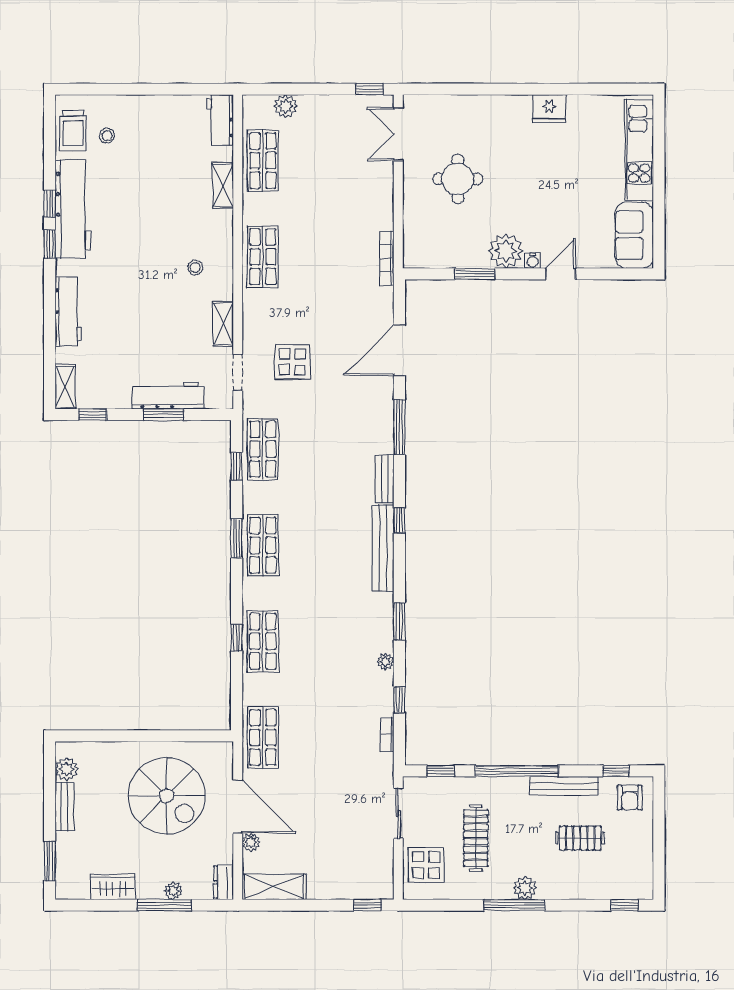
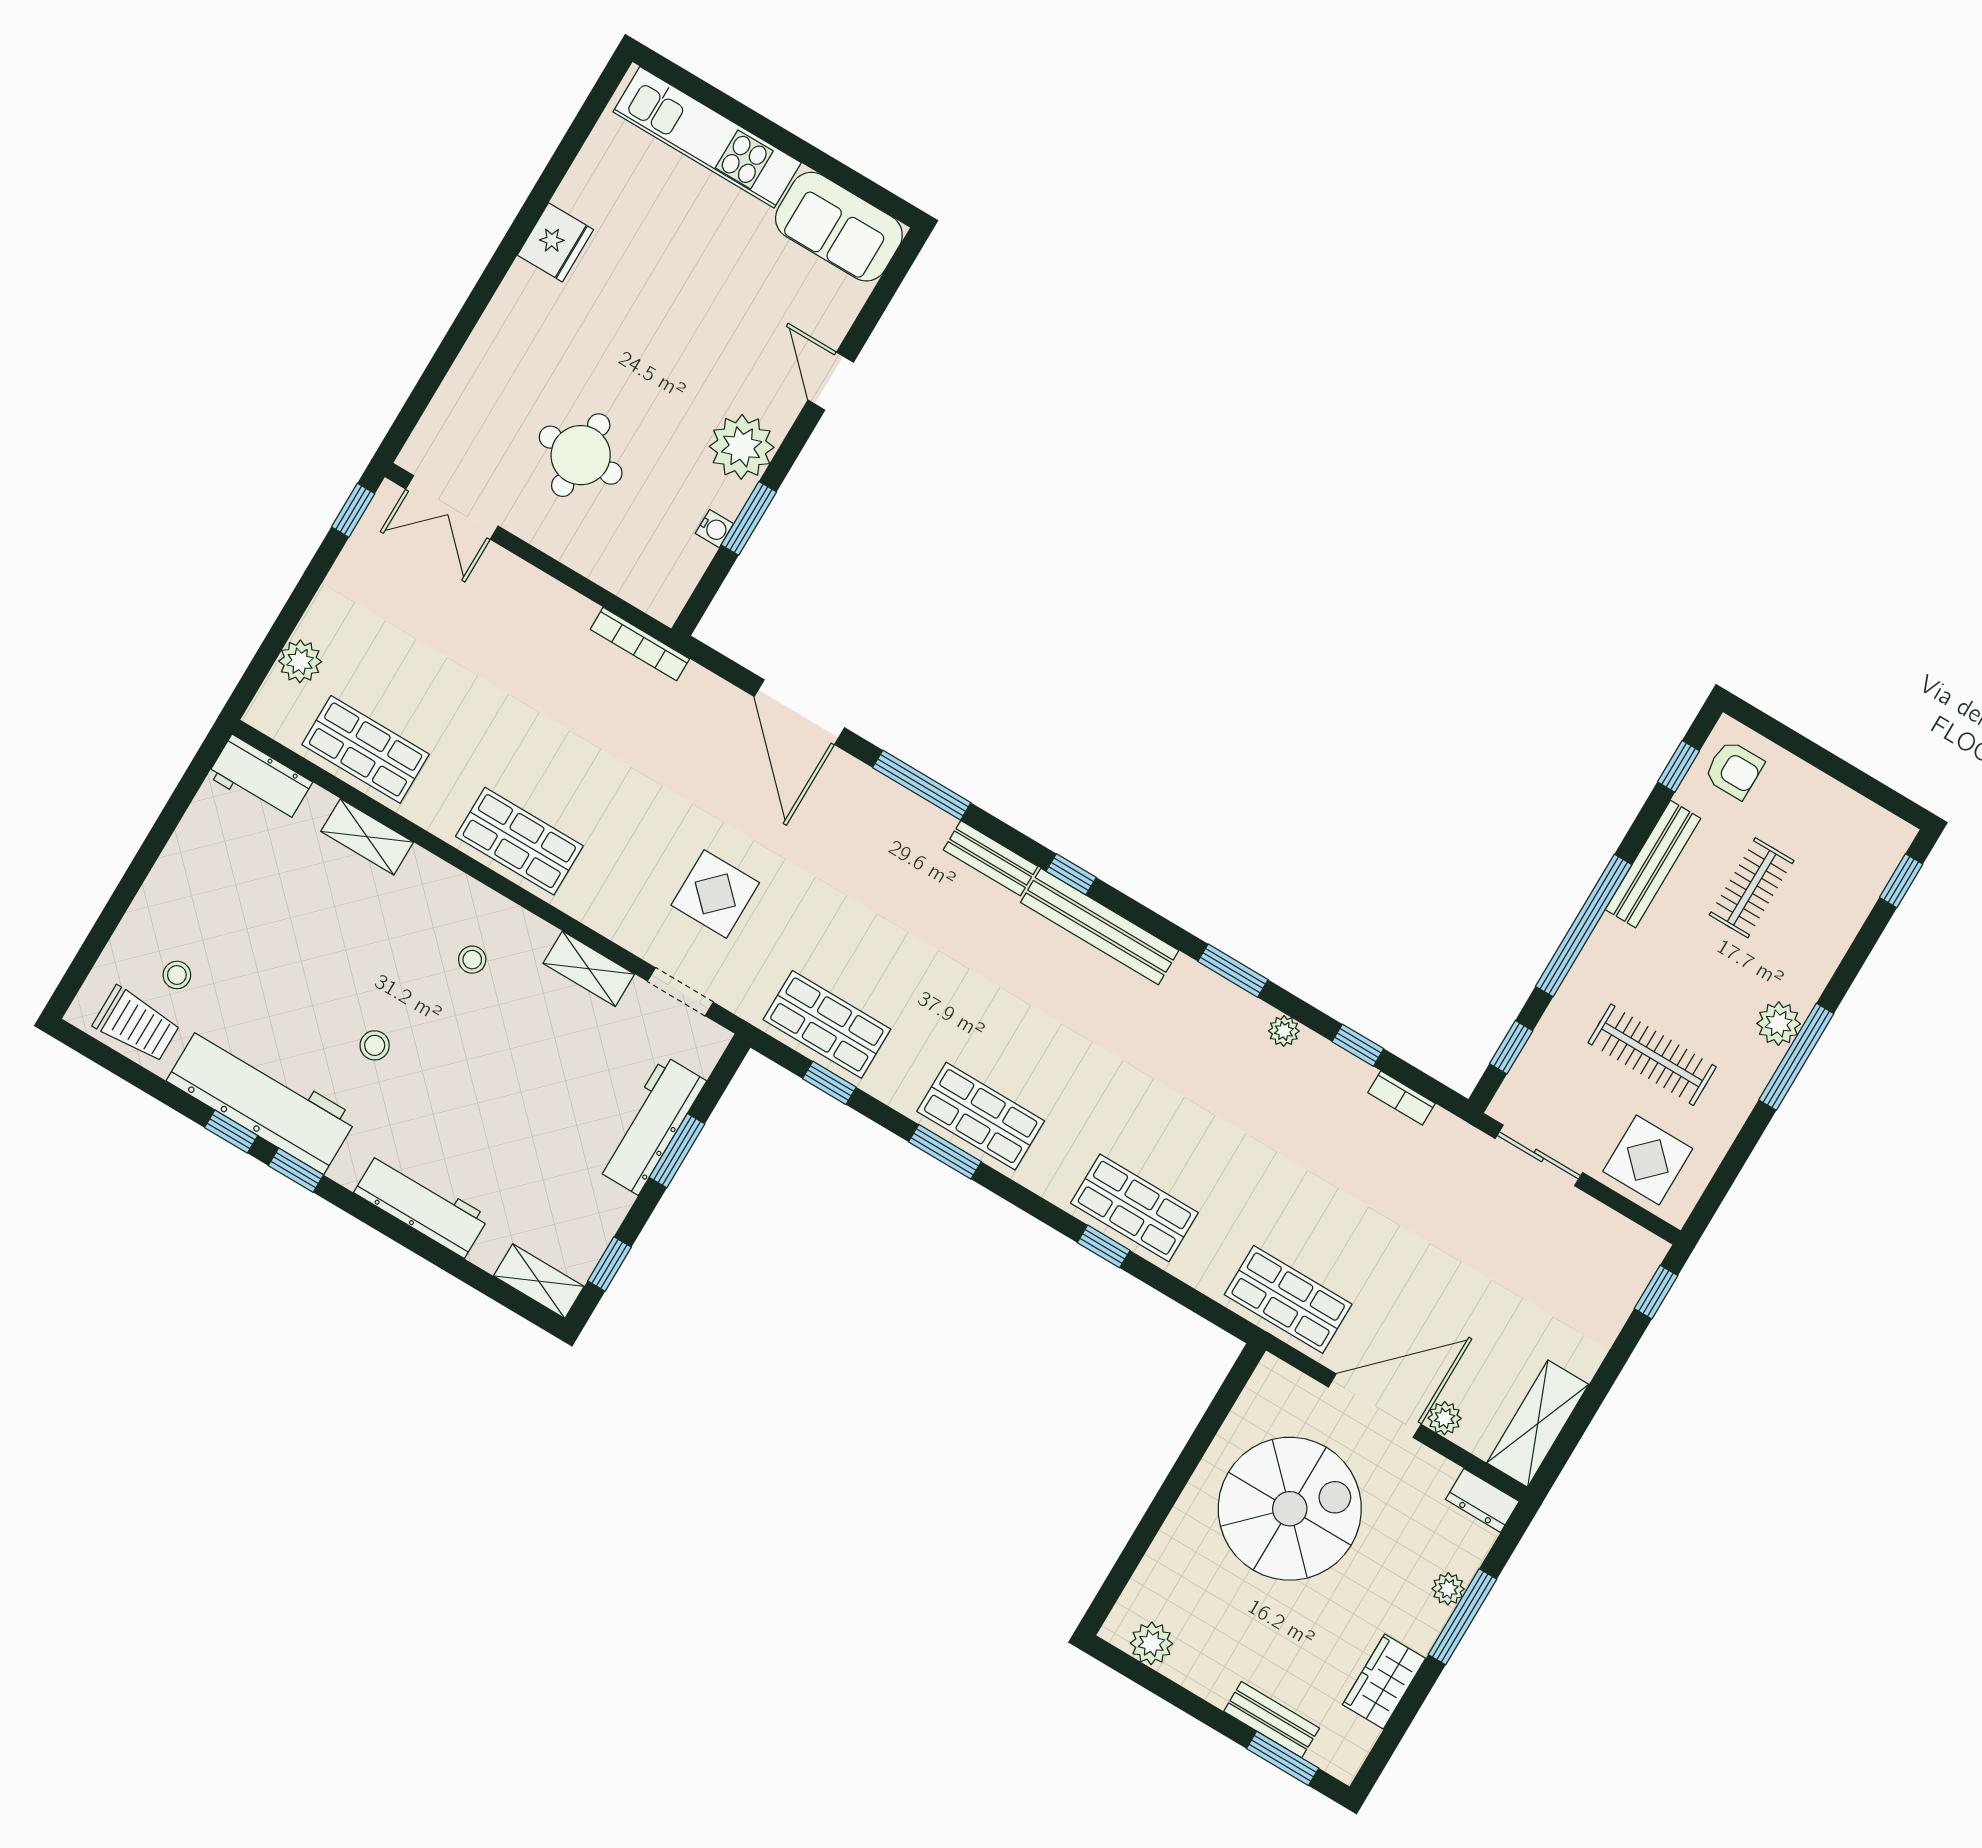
stool: (129, 246) -> (375, 1045), added
water cooler: (533, 261) -> (714, 529), moved
bench: (64, 807) -> (1272, 1720), moved

